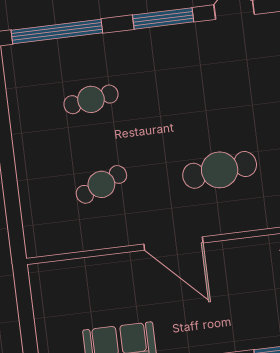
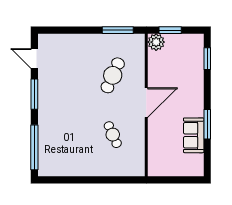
cafe table: (91, 99) -> (70, 135), removed
cafe table: (220, 170) -> (113, 75), turned 30

